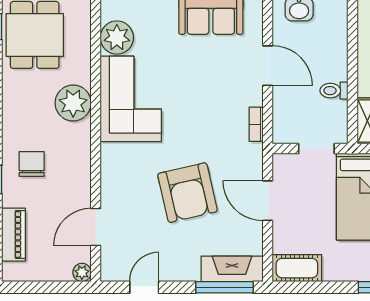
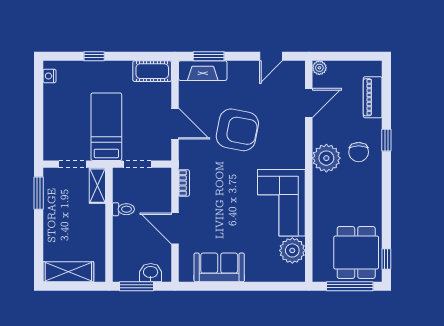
plant: (73, 103) -> (326, 158), moved
armchair: (187, 193) -> (237, 130), turned 114
window: (224, 287) -> (209, 56), width x0.69

